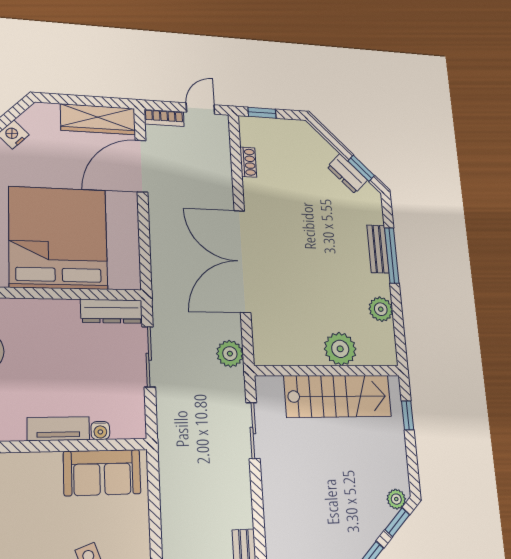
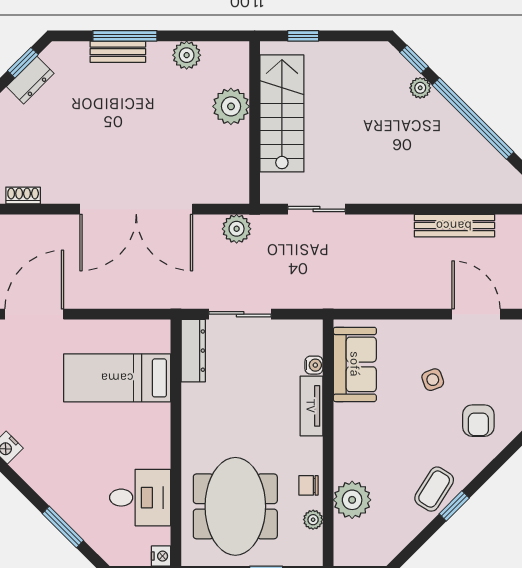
door: (141, 166) -> (34, 314), swing flipped
bed: (58, 238) -> (117, 378), width x0.49
plant: (396, 499) -> (420, 88), moved

